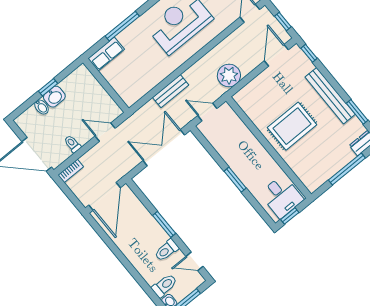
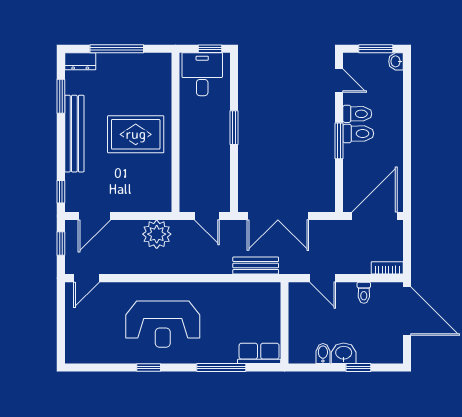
window: (48, 87) -> (358, 368), moved
bench: (171, 91) -> (256, 266), moved
bidet: (42, 107) -> (323, 354), moved
toilet: (164, 286) -> (358, 134), moved, turned 180

